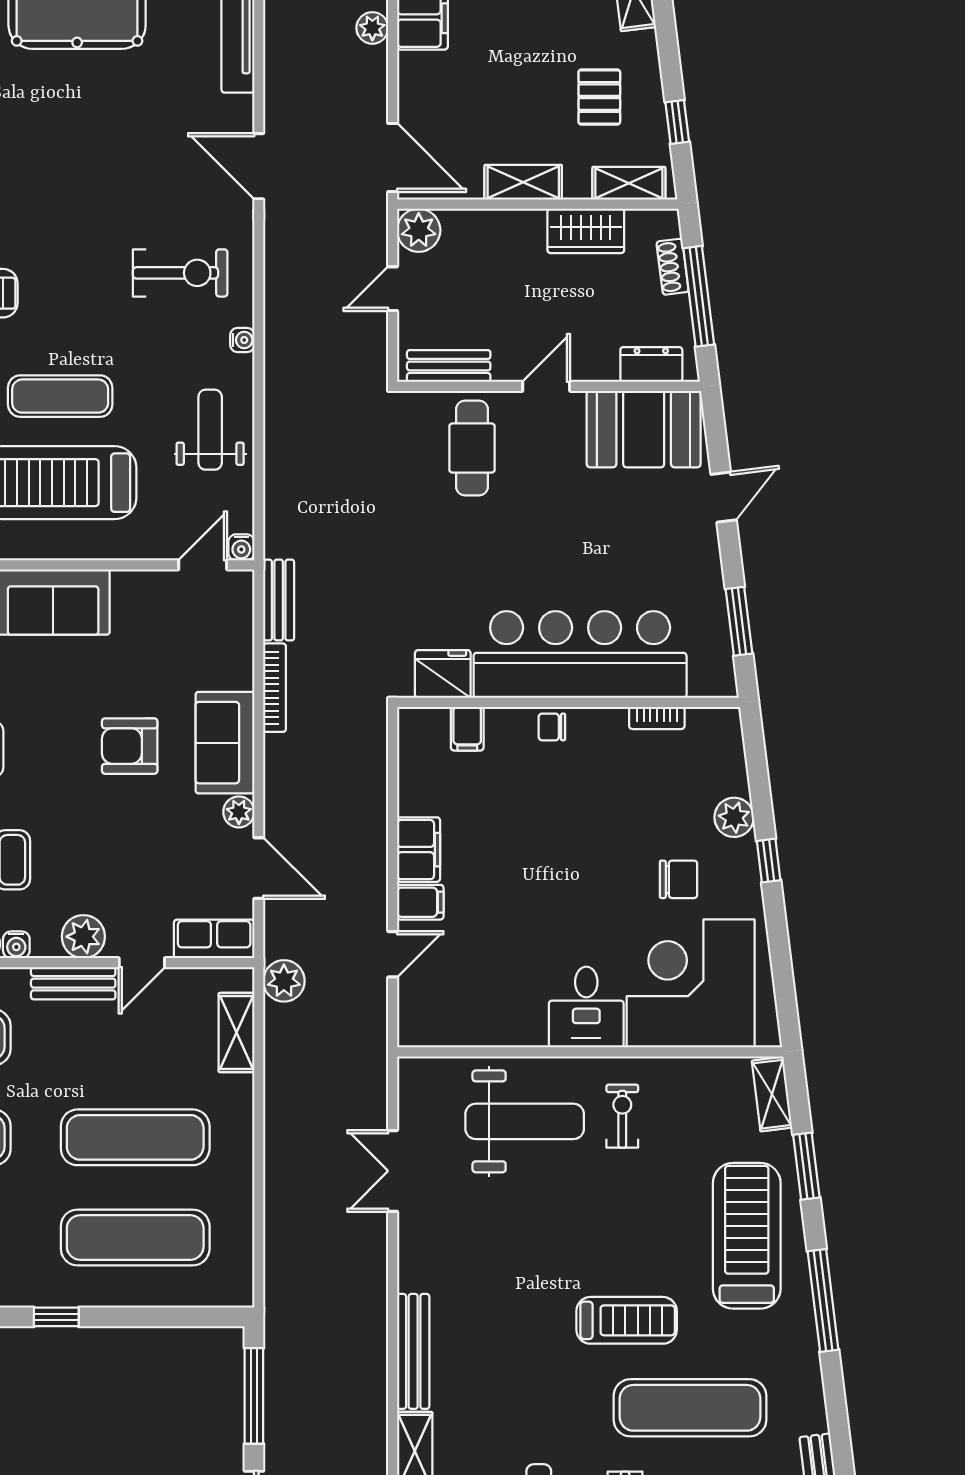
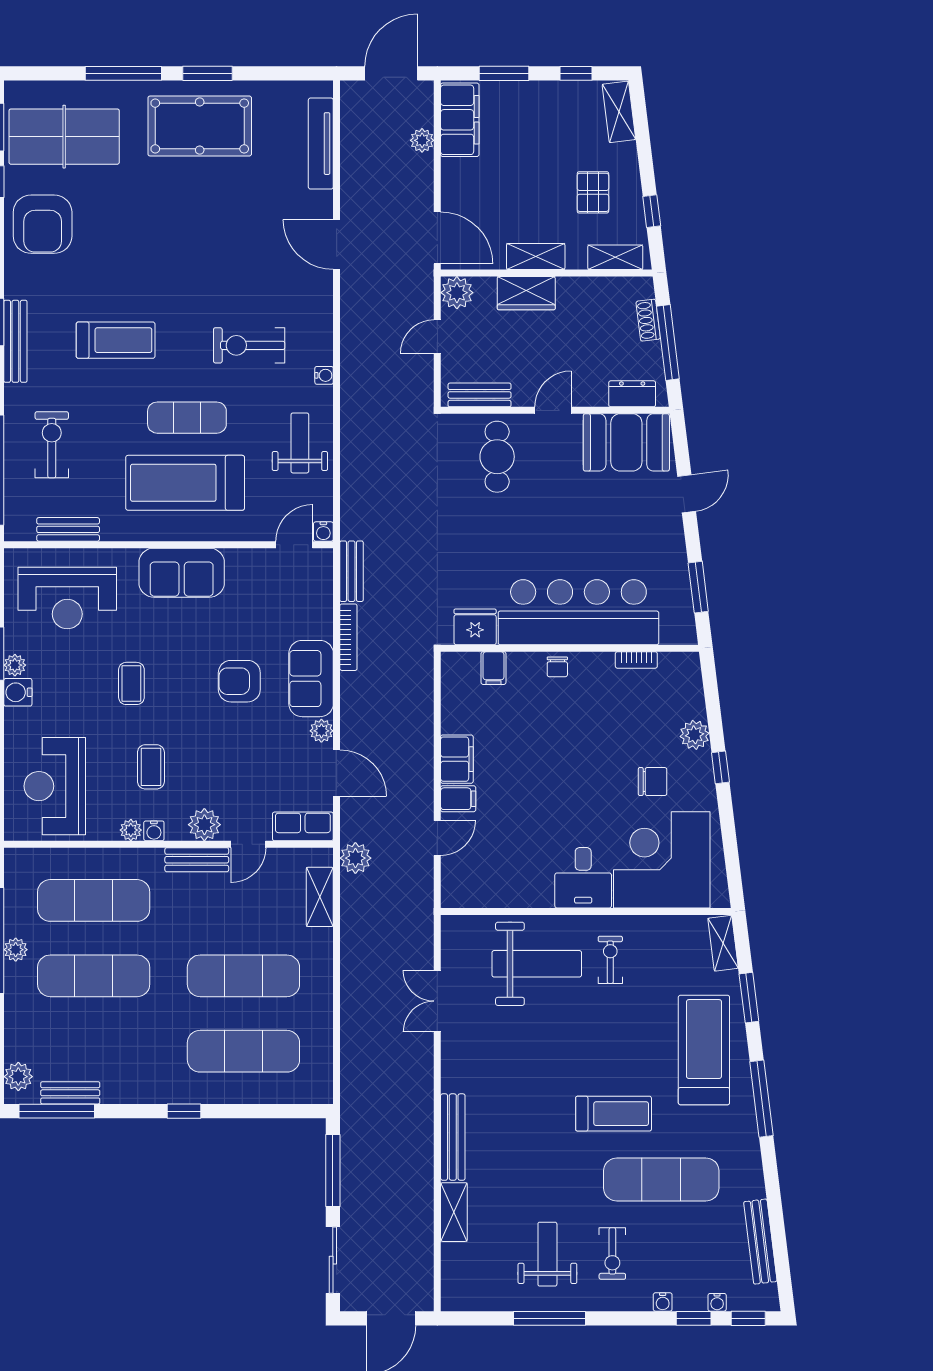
wardrobe: (586, 231) -> (526, 293), moved
exercise bike: (180, 273) -> (249, 345), moved, turned 180
chair: (552, 727) -> (557, 667), turned -90

